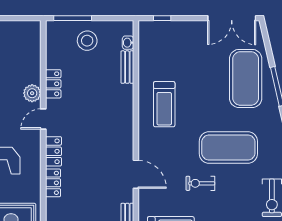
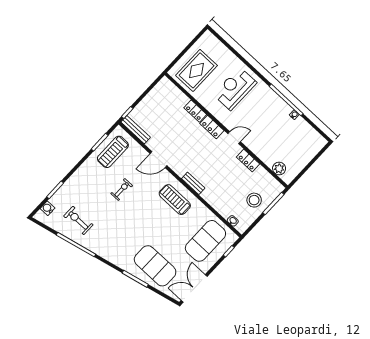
bench: (127, 67) -> (193, 183), moved
plant: (32, 93) -> (279, 169), moved
treadmill: (164, 104) -> (175, 200), moved
door: (43, 119) -> (234, 138), hinge flipped
exercise mat: (228, 147) -> (205, 241), moved

